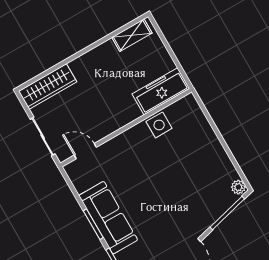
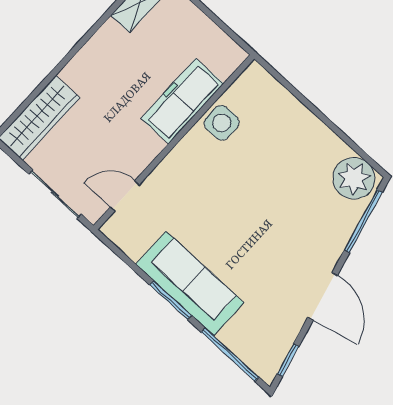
freezer: (161, 91) -> (182, 101), moved
plant: (238, 187) -> (354, 178), width x1.88, depth x1.88

